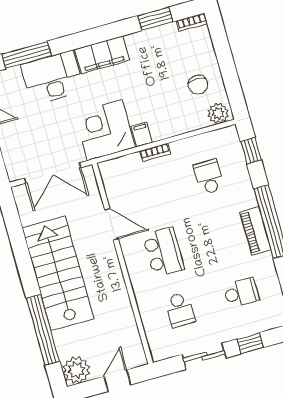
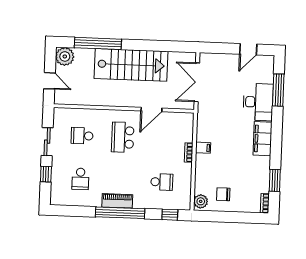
corner desk: (105, 130) -> (214, 125), removed
school desk: (164, 252) -> (123, 137), turned 90

